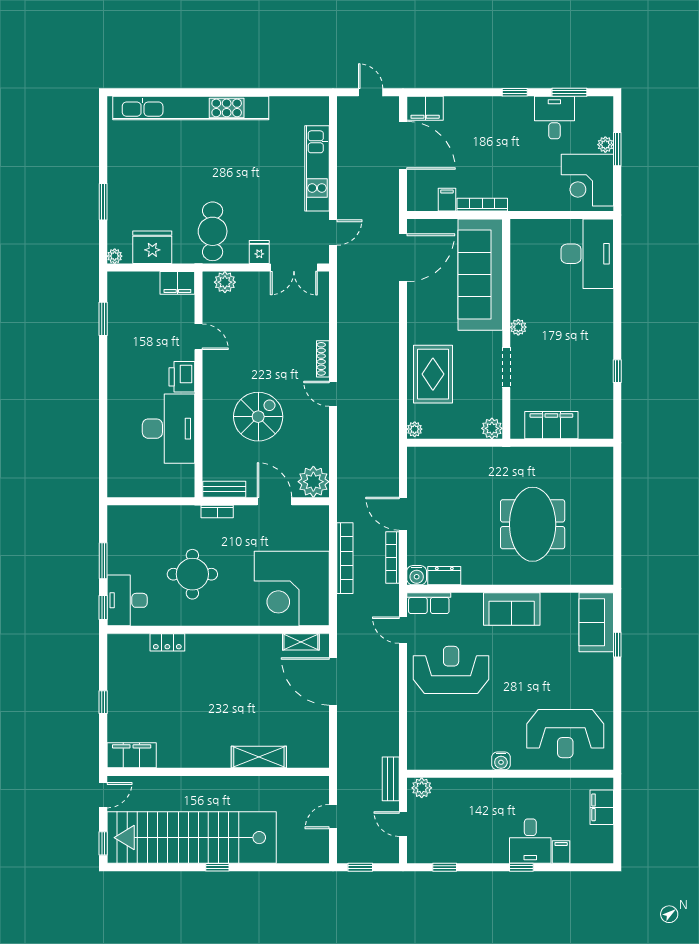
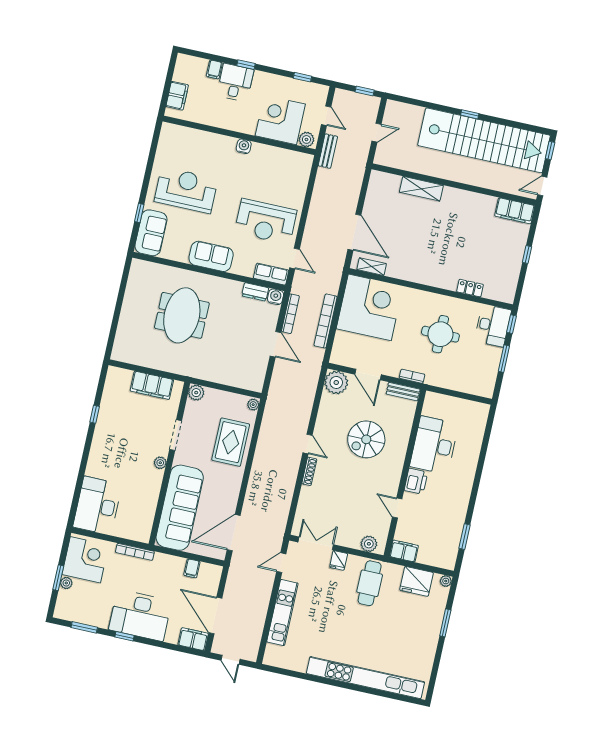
desk: (554, 118) -> (140, 615), moved, width x1.87, depth x1.30
bookcase: (482, 205) -> (135, 552), moved
reception desk: (565, 734) -> (186, 190), moved
corner desk: (461, 806) -> (280, 120), added

